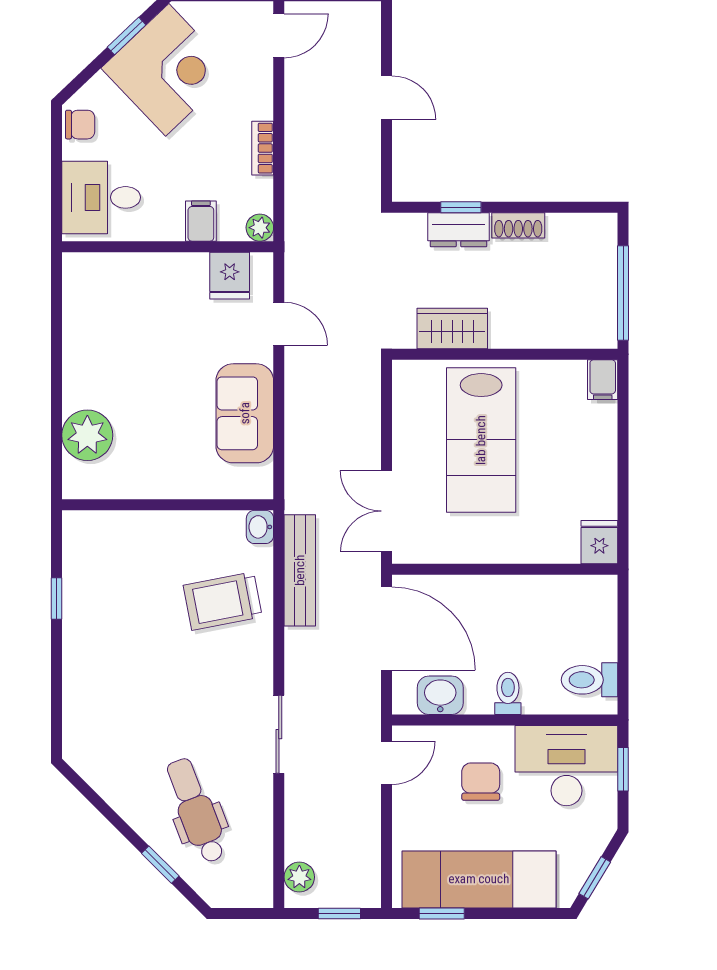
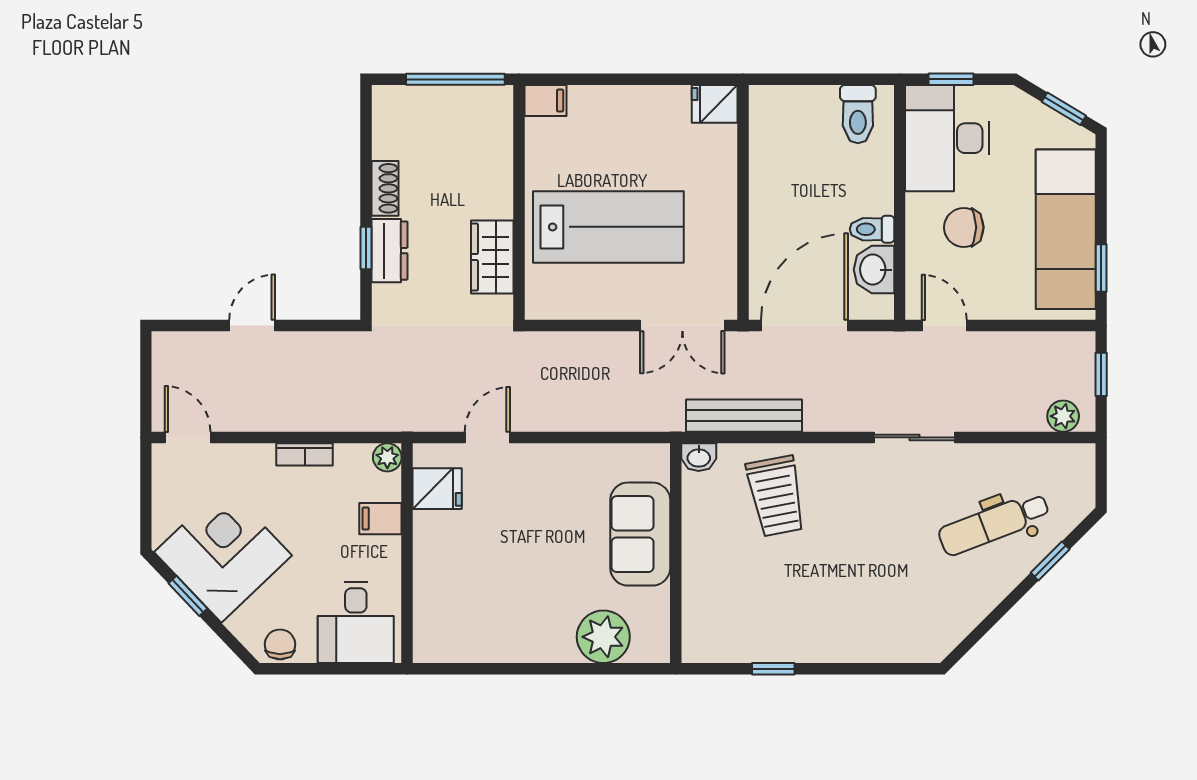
sofa: (245, 413) -> (640, 534), moved, turned 90
toilet: (508, 693) -> (872, 229), moved

